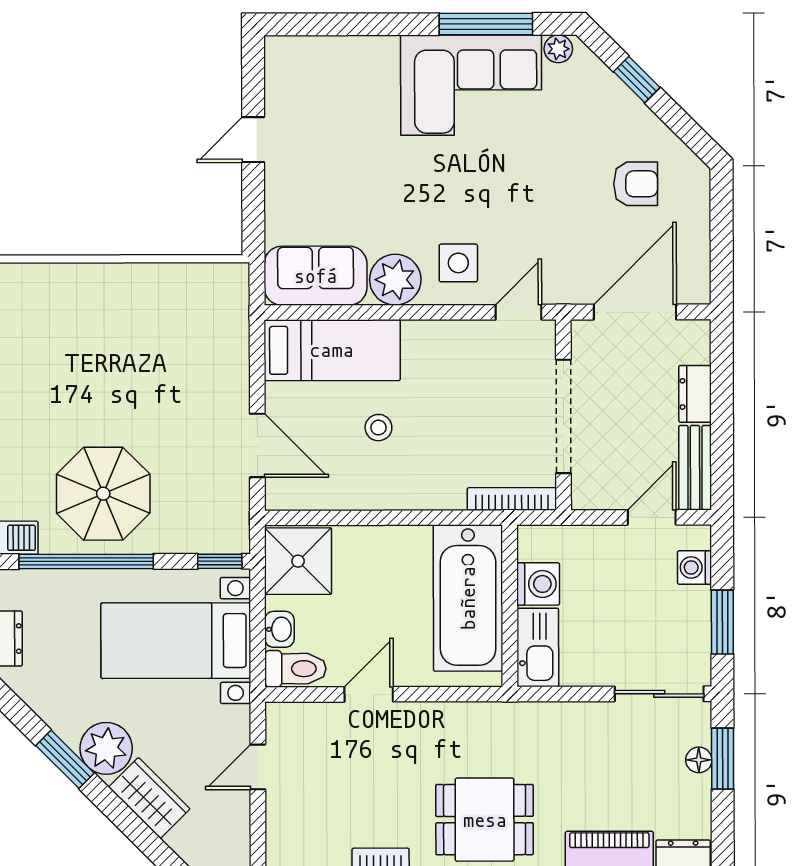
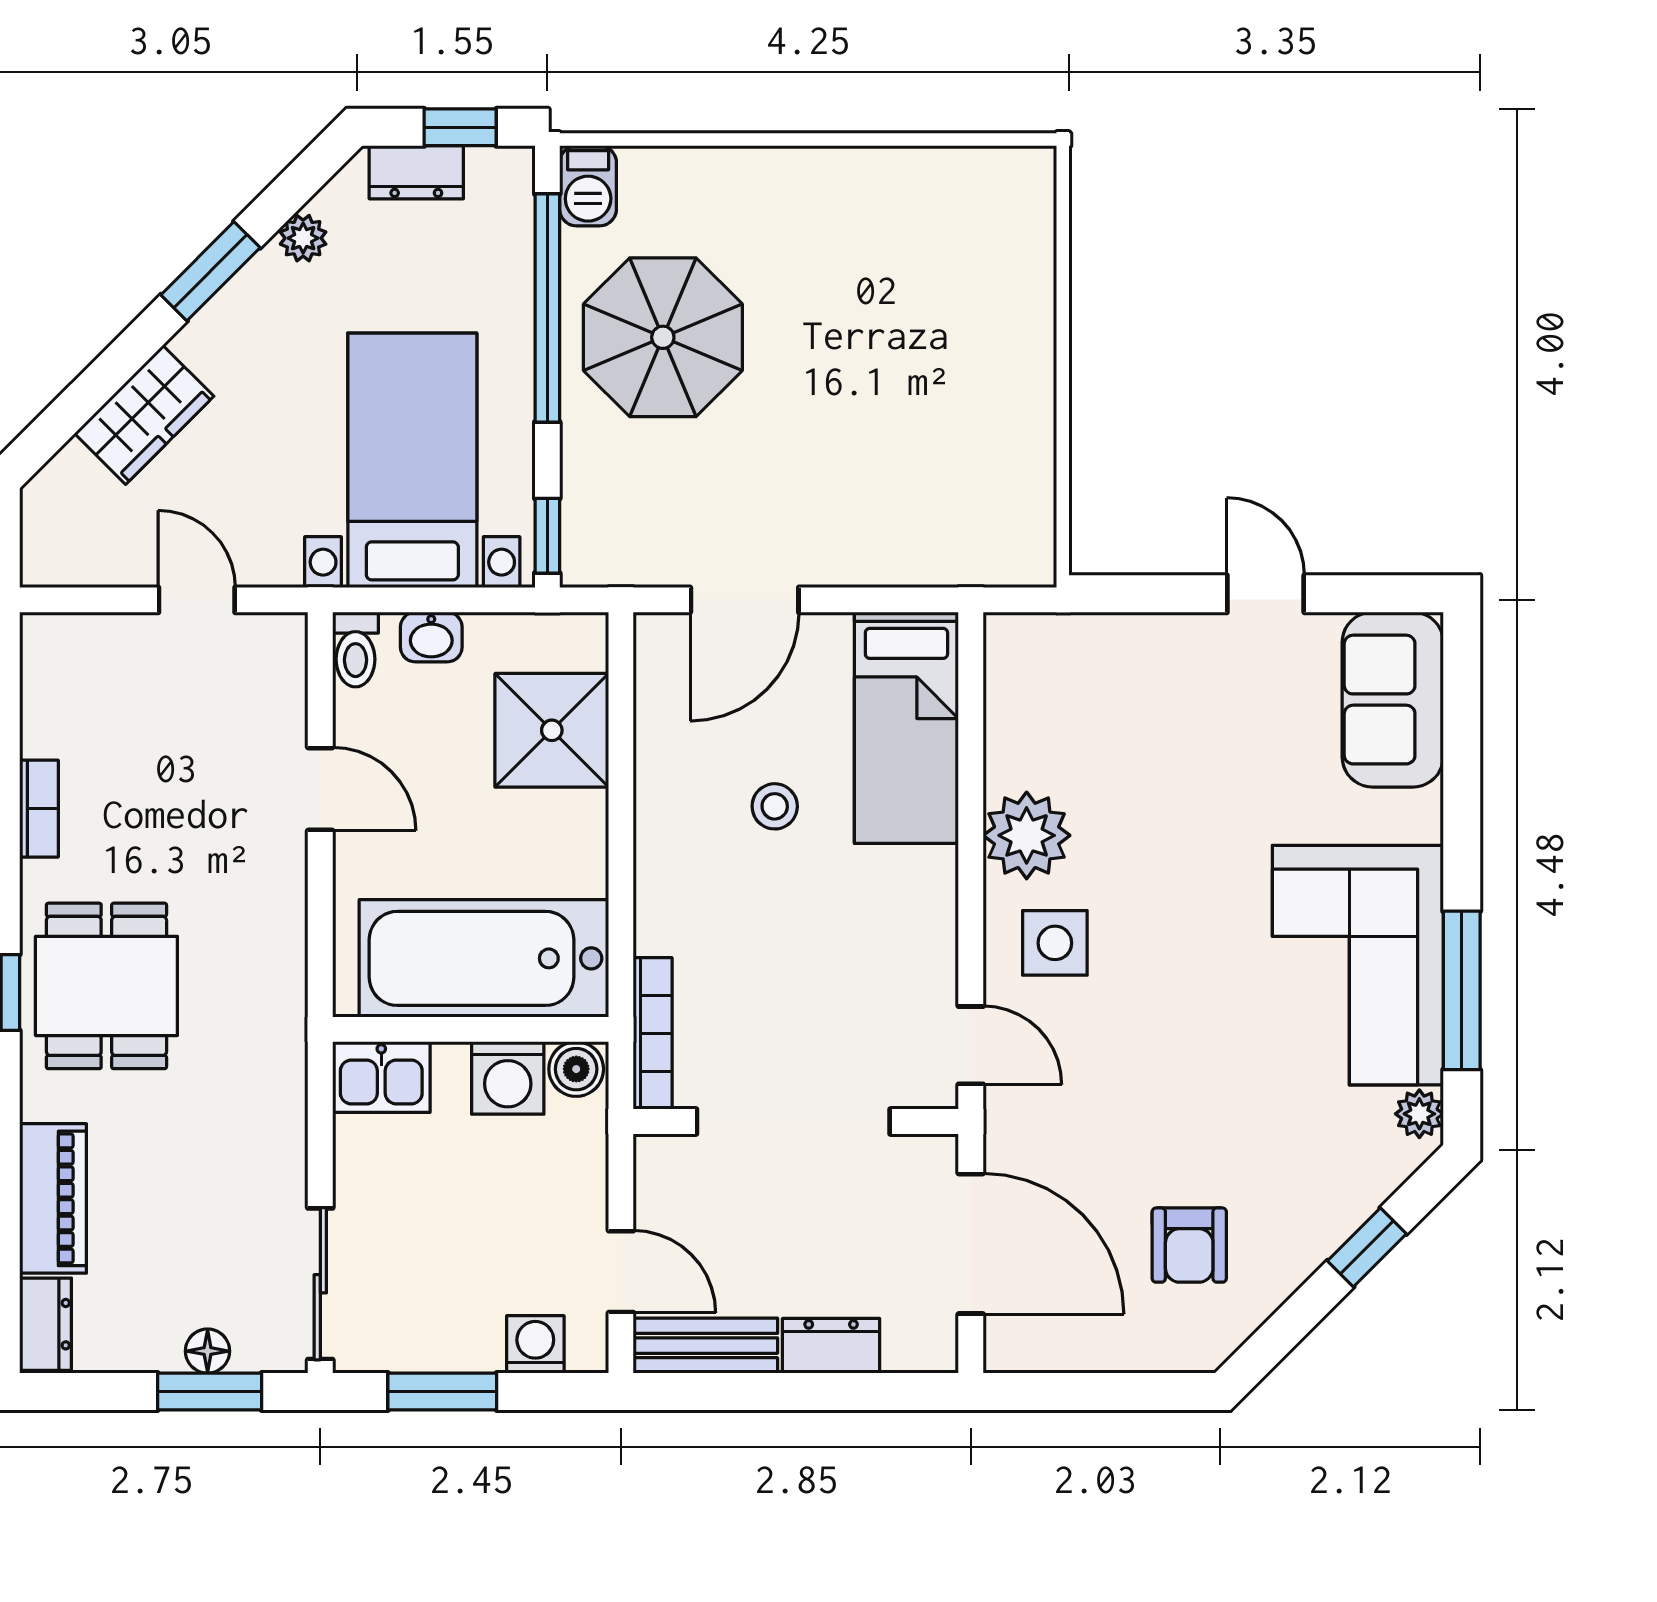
sofa: (316, 276) -> (1393, 700), moved, turned 180
boiler: (533, 544) -> (576, 1069), added
shower: (298, 561) -> (552, 730), moved
kitchen sink: (538, 647) -> (381, 1077), width x0.73
toilet: (295, 669) -> (356, 650), width x0.73, depth x0.72
plant: (106, 748) -> (303, 238), moved, width x0.53, depth x0.53

